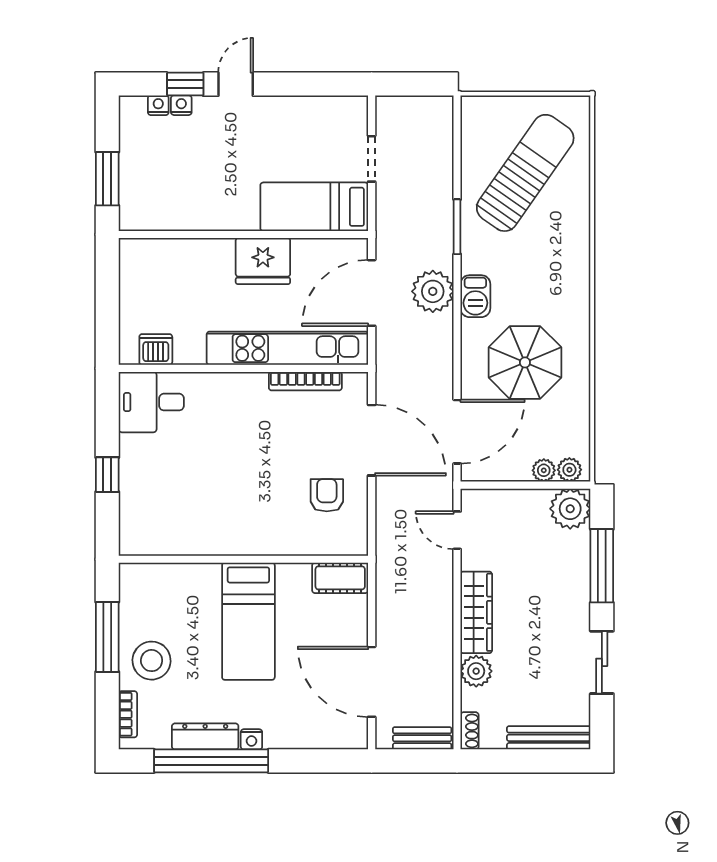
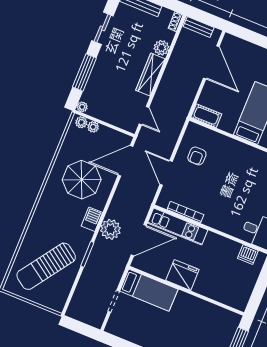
kitchen unit: (287, 348) -> (178, 226), width x0.73
door: (372, 440) -> (166, 173), width x0.73
plant: (570, 509) -> (82, 107), width x0.53, depth x0.53

